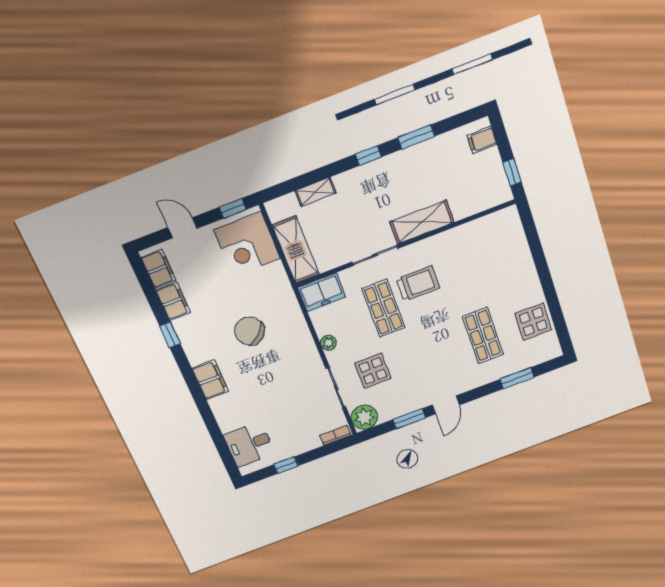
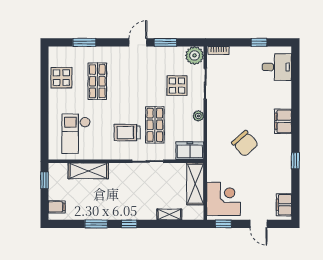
shelving: (422, 222) -> (88, 171), moved
checkout: (489, 255) -> (76, 134), added
filing cabinet: (173, 301) -> (284, 181), removed

